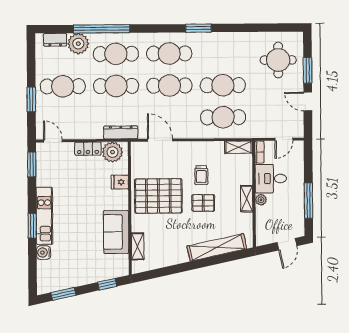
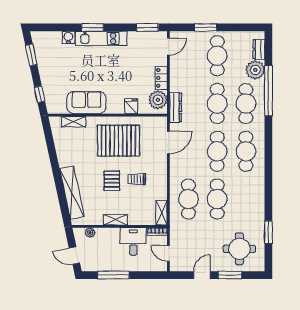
window: (198, 28) -> (268, 232), moved
pallet: (158, 196) -> (118, 141), turned 90
plant: (261, 200) -> (90, 233), moved

